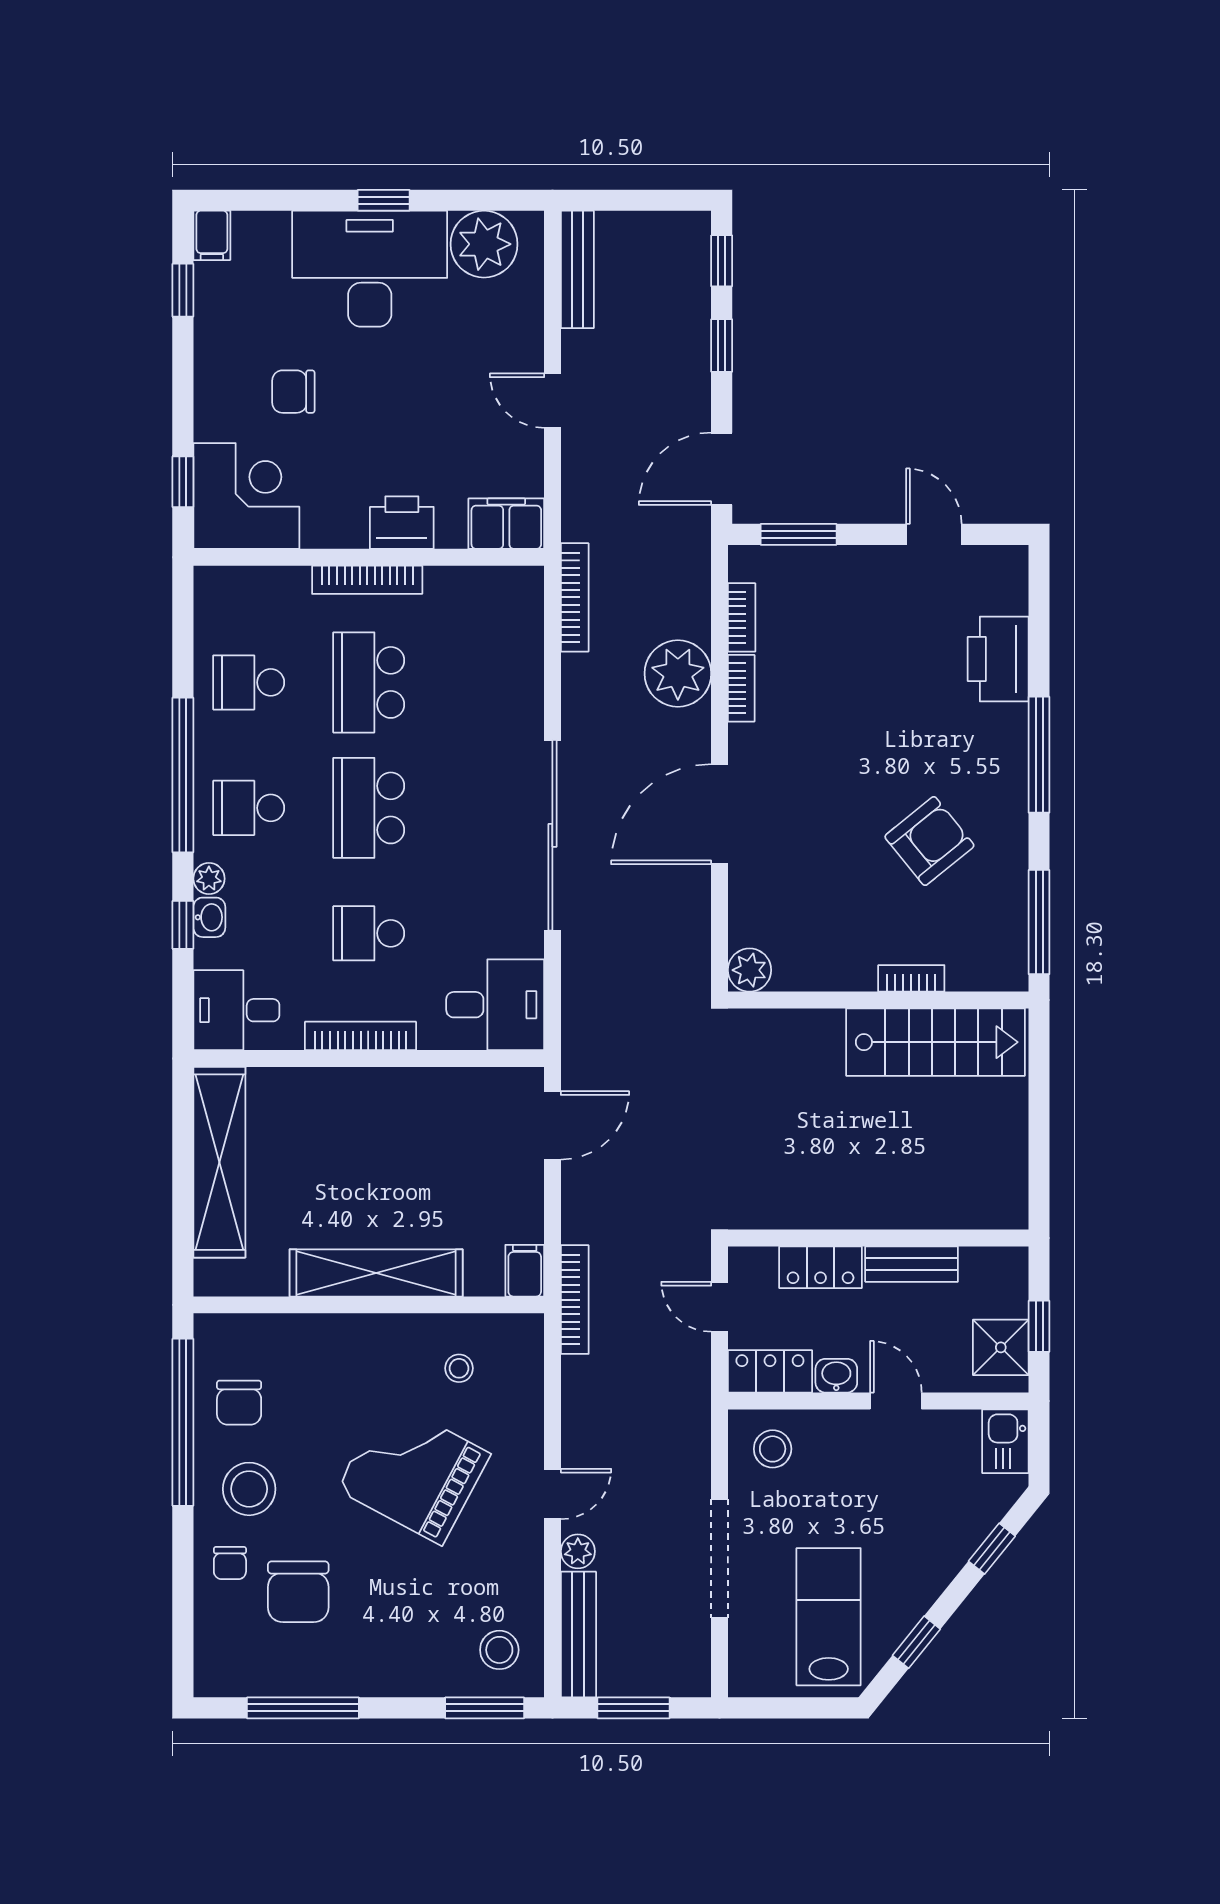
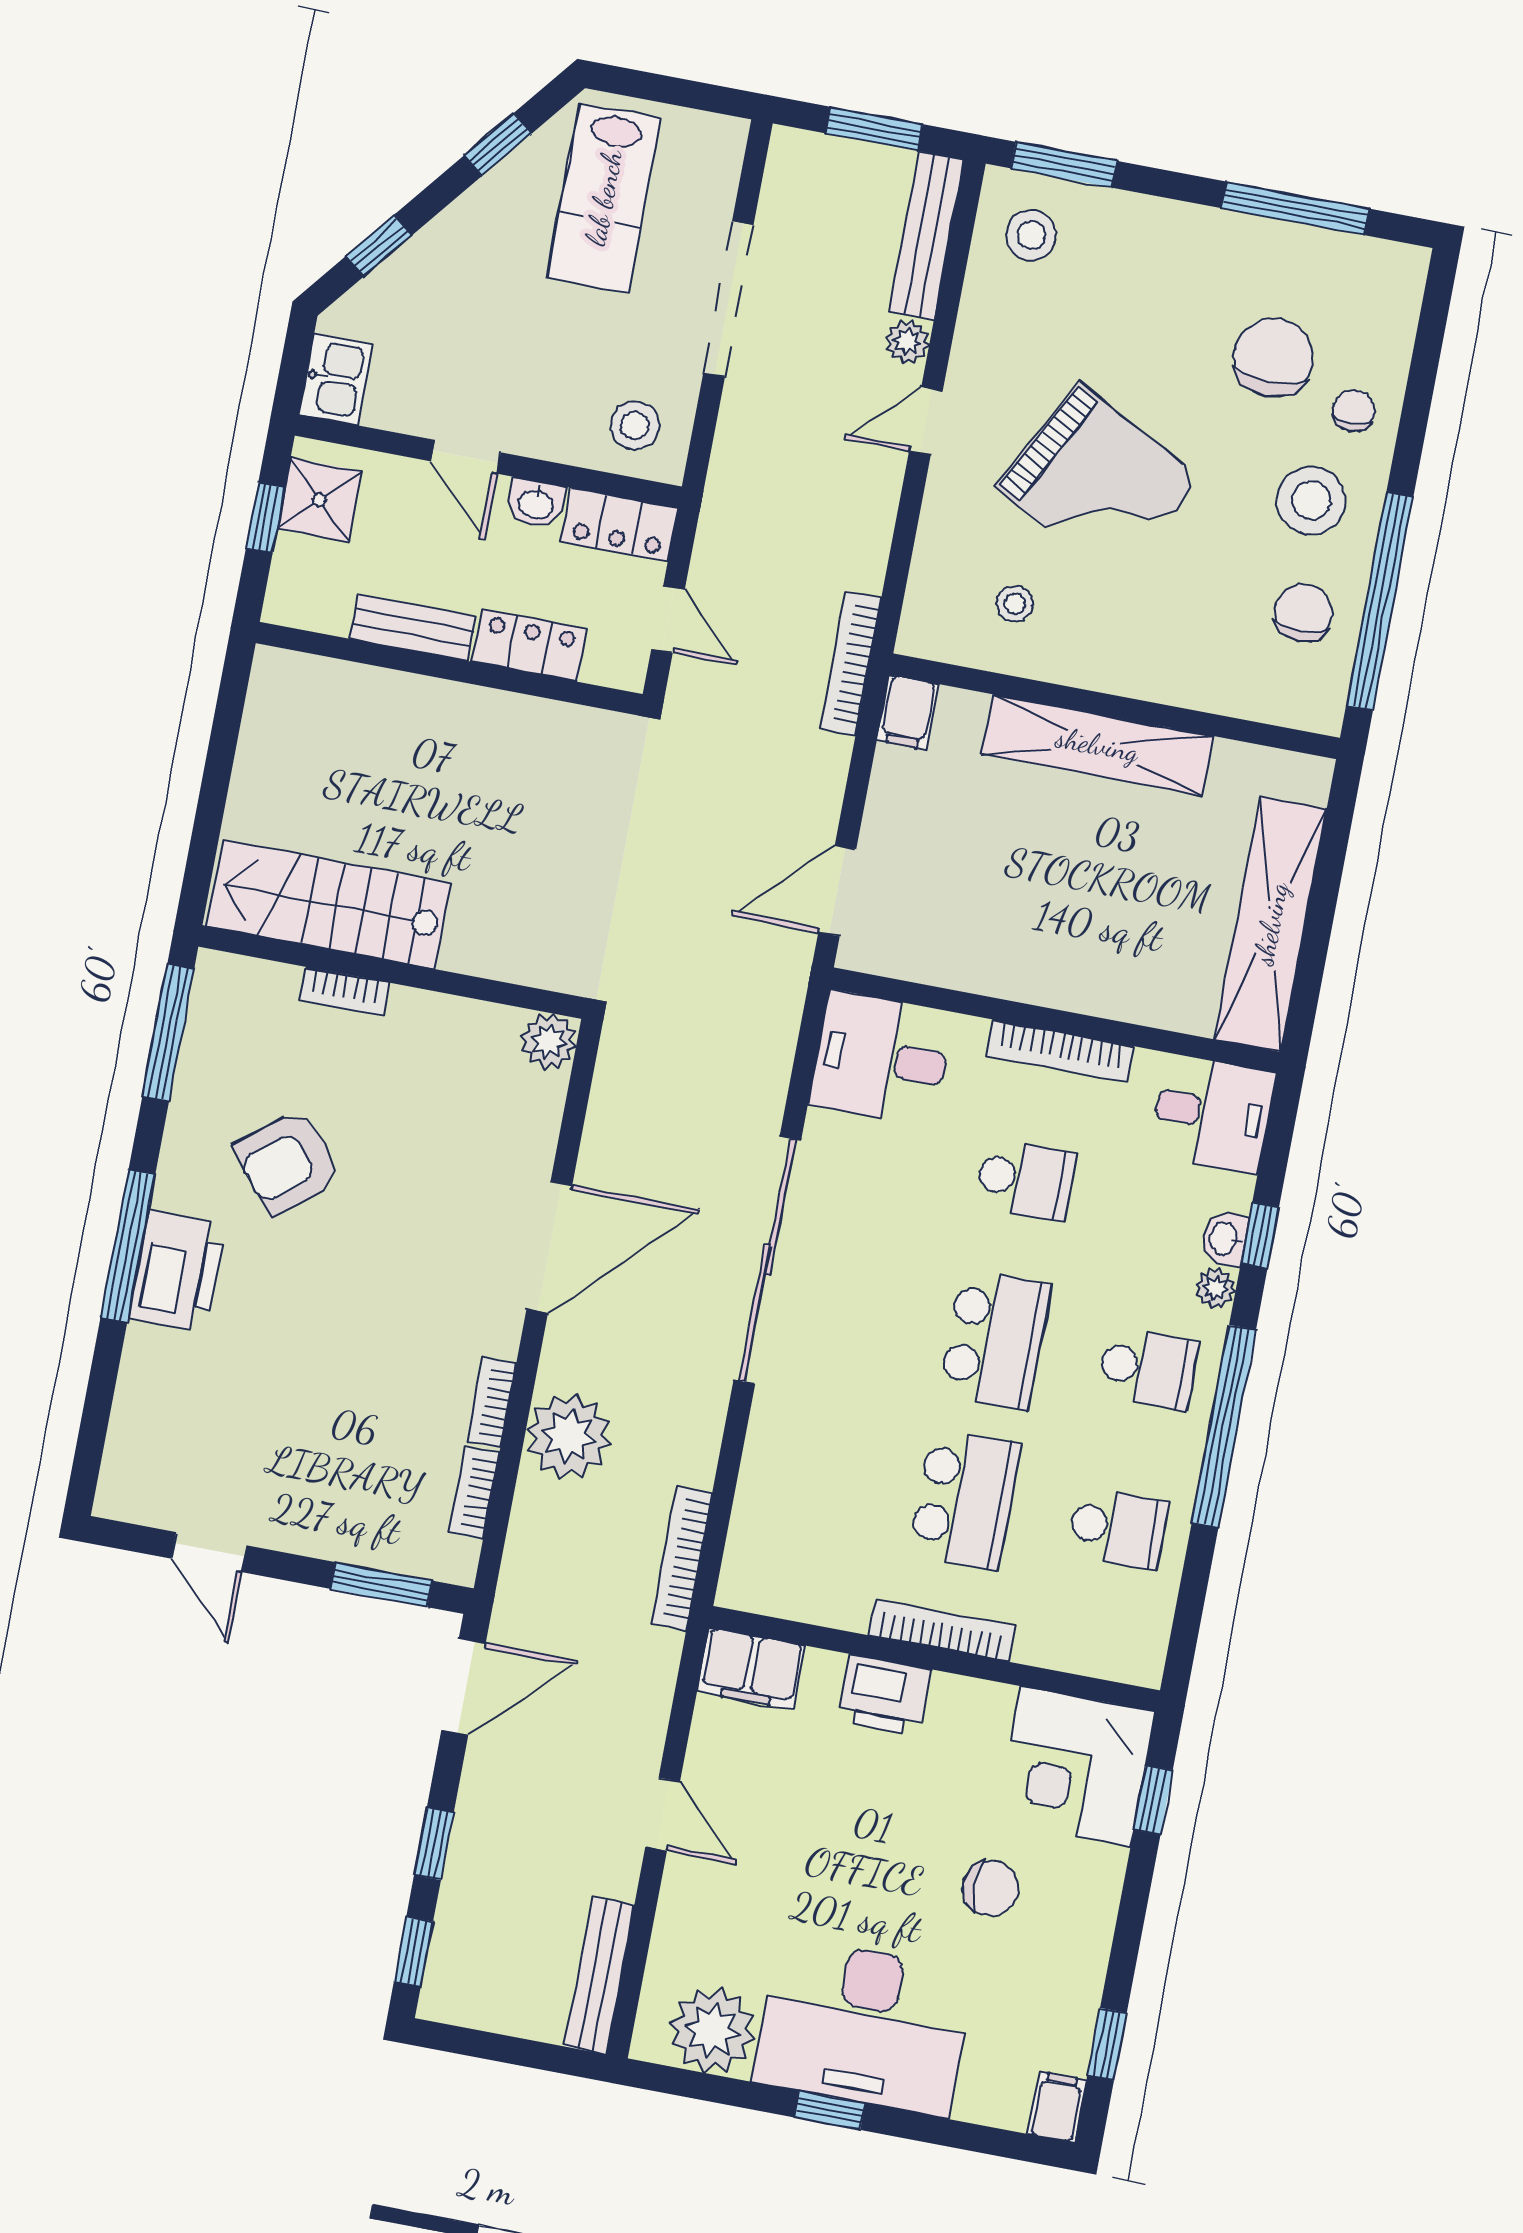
printer: (998, 659) -> (177, 1271), moved

